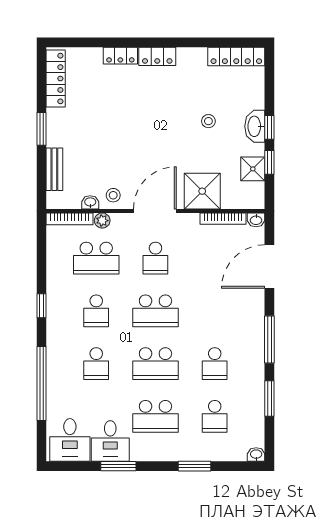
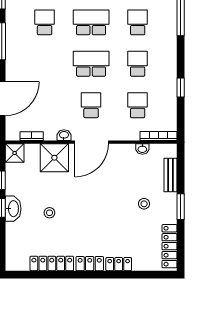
locker: (236, 56) -> (52, 264), moved
shower: (253, 169) -> (15, 153), moved
stool: (113, 195) -> (144, 204), moved
bookcase: (223, 219) -> (32, 136), width x0.64
washbasin: (256, 220) -> (64, 135), moved
plant: (102, 221) -> (133, 135), removed
school desk: (96, 258) -> (138, 105), width x0.54
window: (41, 306) -> (181, 87), moved

